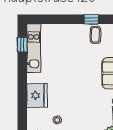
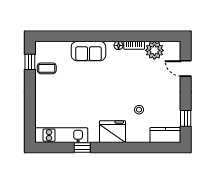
window: (91, 19) -> (30, 62), moved
window: (22, 45) -> (82, 148), moved

